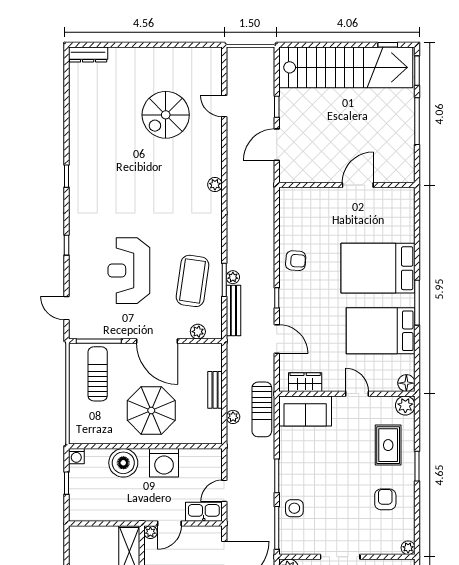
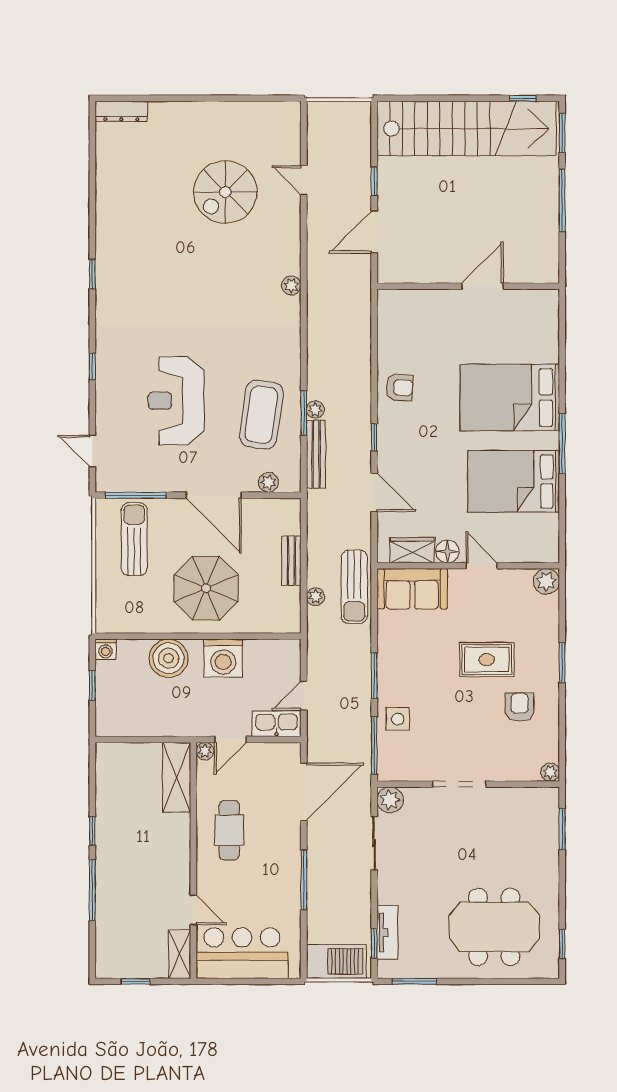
floor lamp: (406, 383) -> (447, 551), moved
rug: (388, 445) -> (487, 660), moved, turned 90

